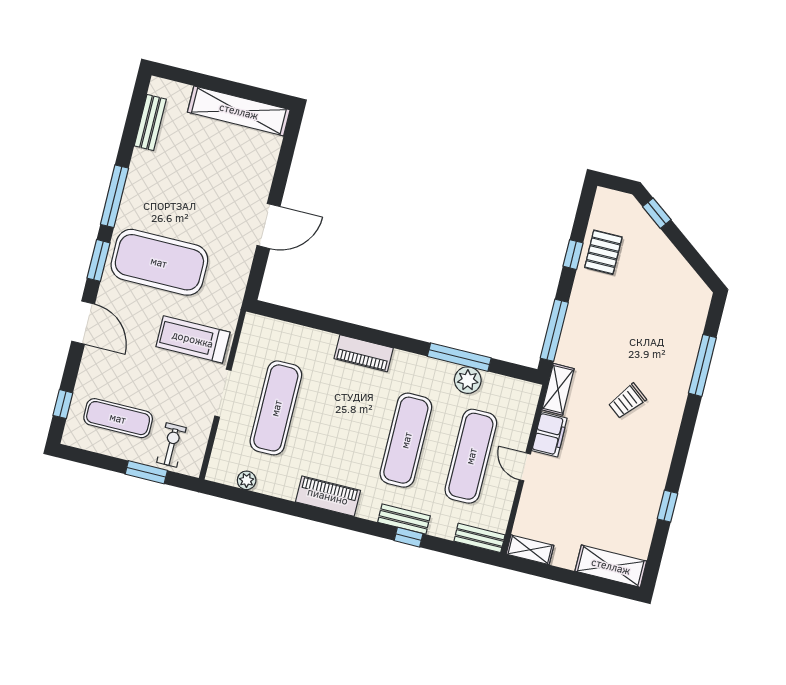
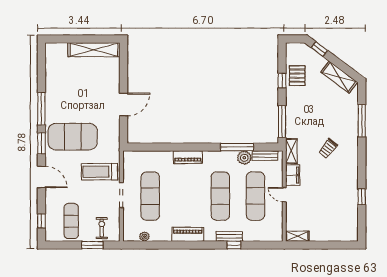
bench: (150, 123) -> (50, 67), removed
exercise mat: (118, 418) -> (71, 221), turned 90
bench: (479, 538) -> (265, 156), moved
shelving: (611, 566) -> (339, 77), moved, turned 37

